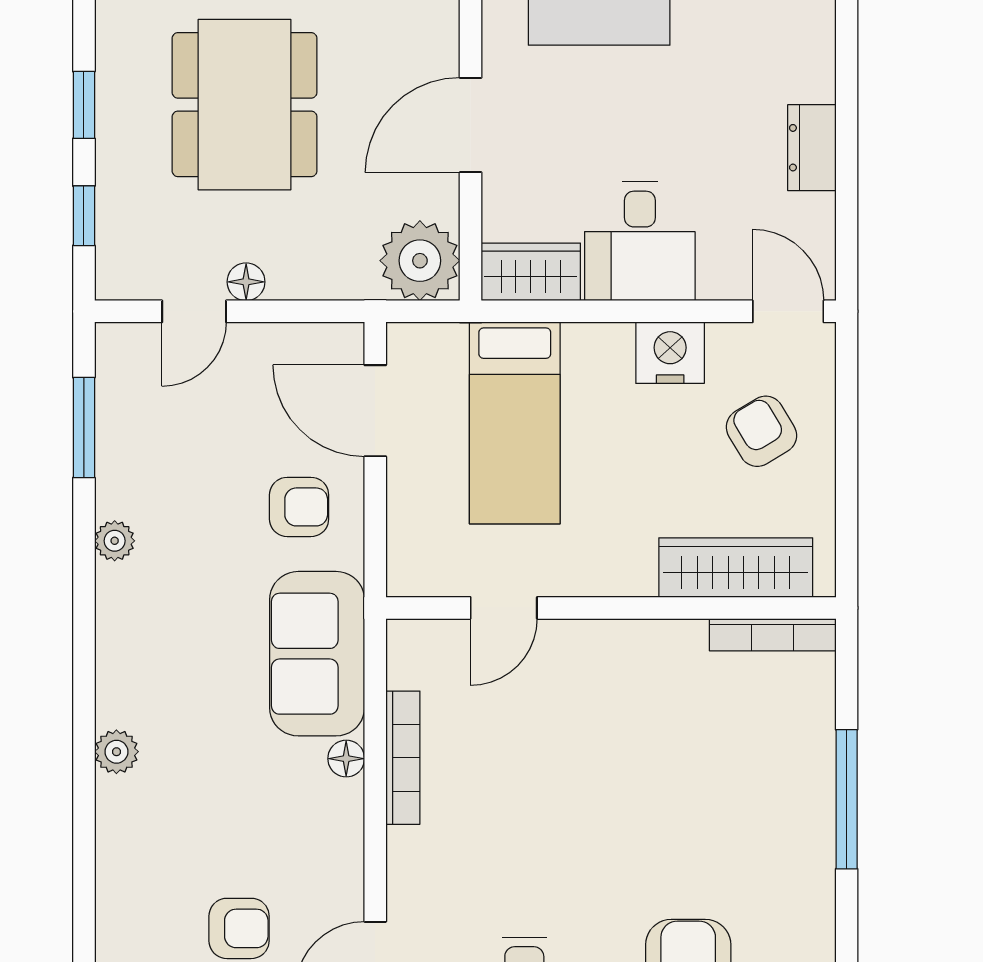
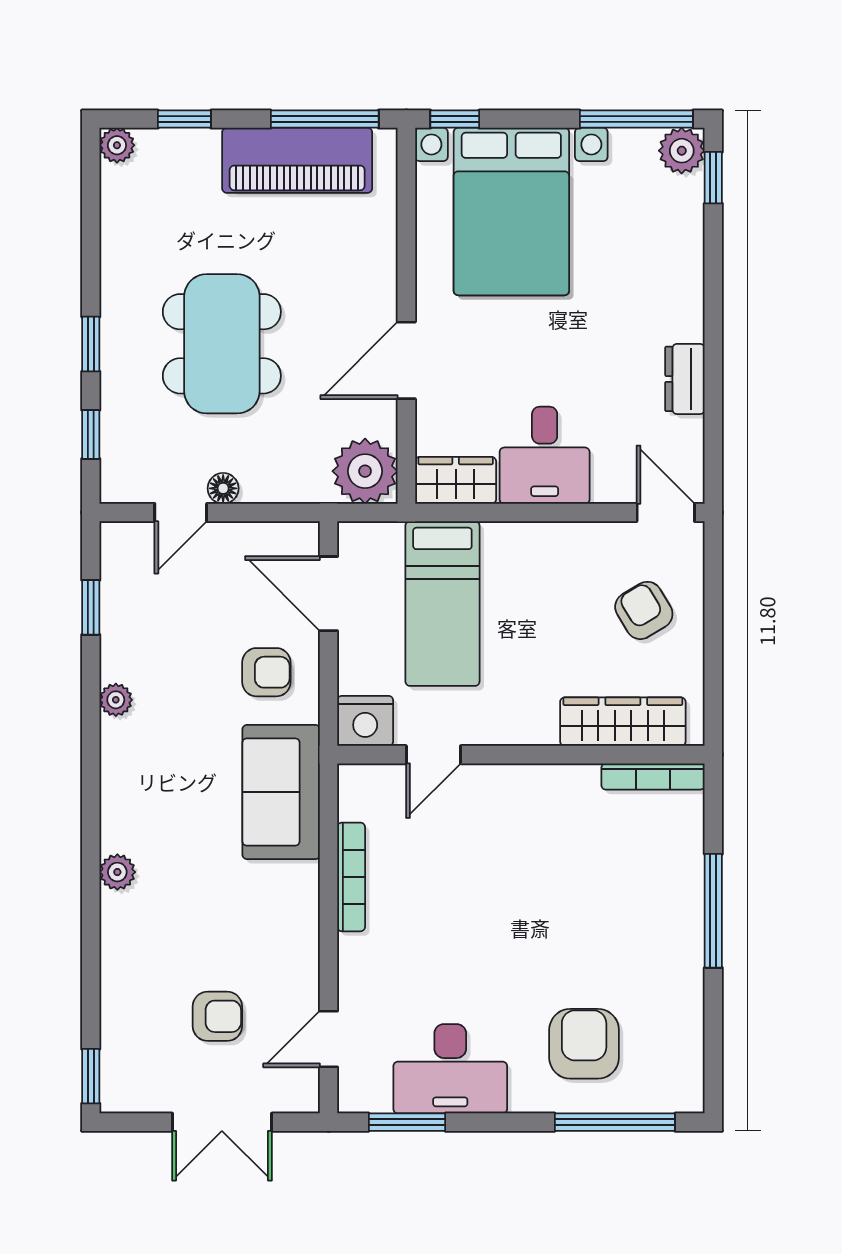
nightstand: (670, 353) -> (365, 721), moved, turned 180
window: (84, 428) -> (91, 607), width x0.67
floor lamp: (346, 759) -> (305, 878), removed

